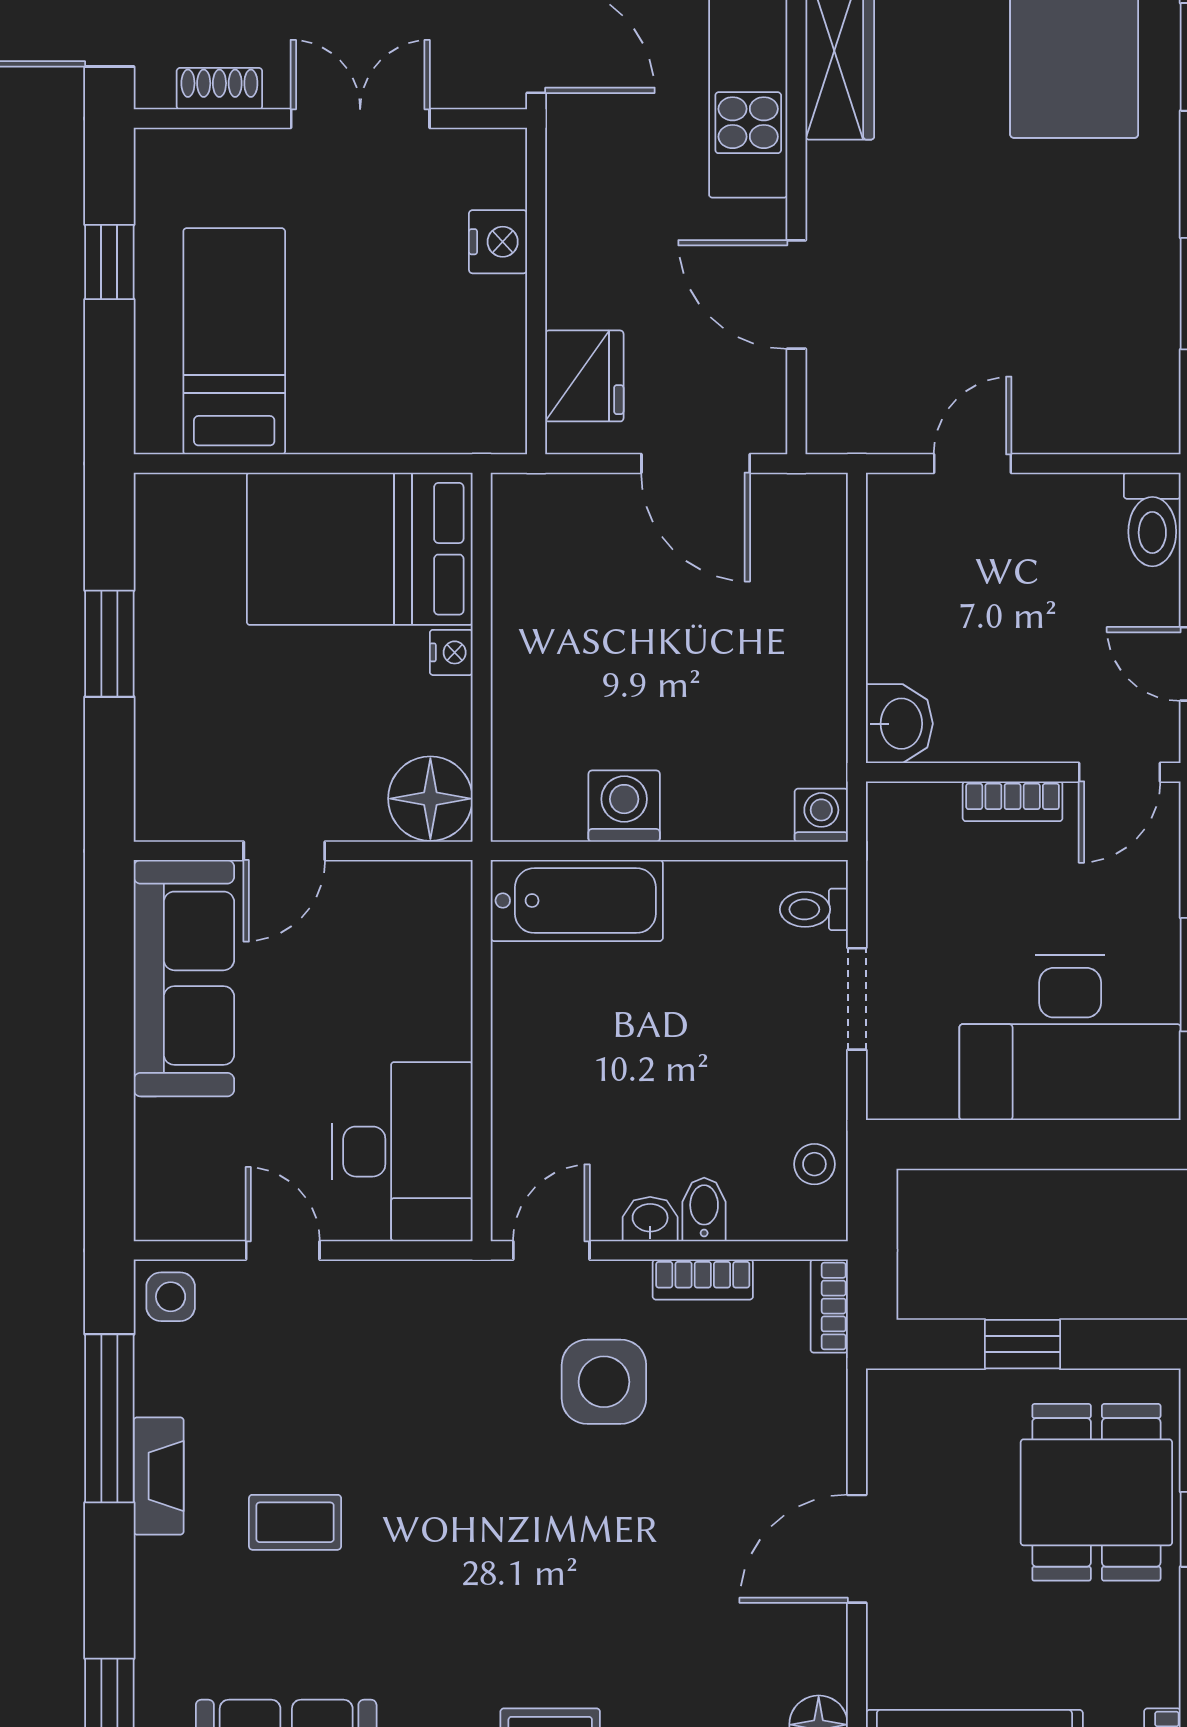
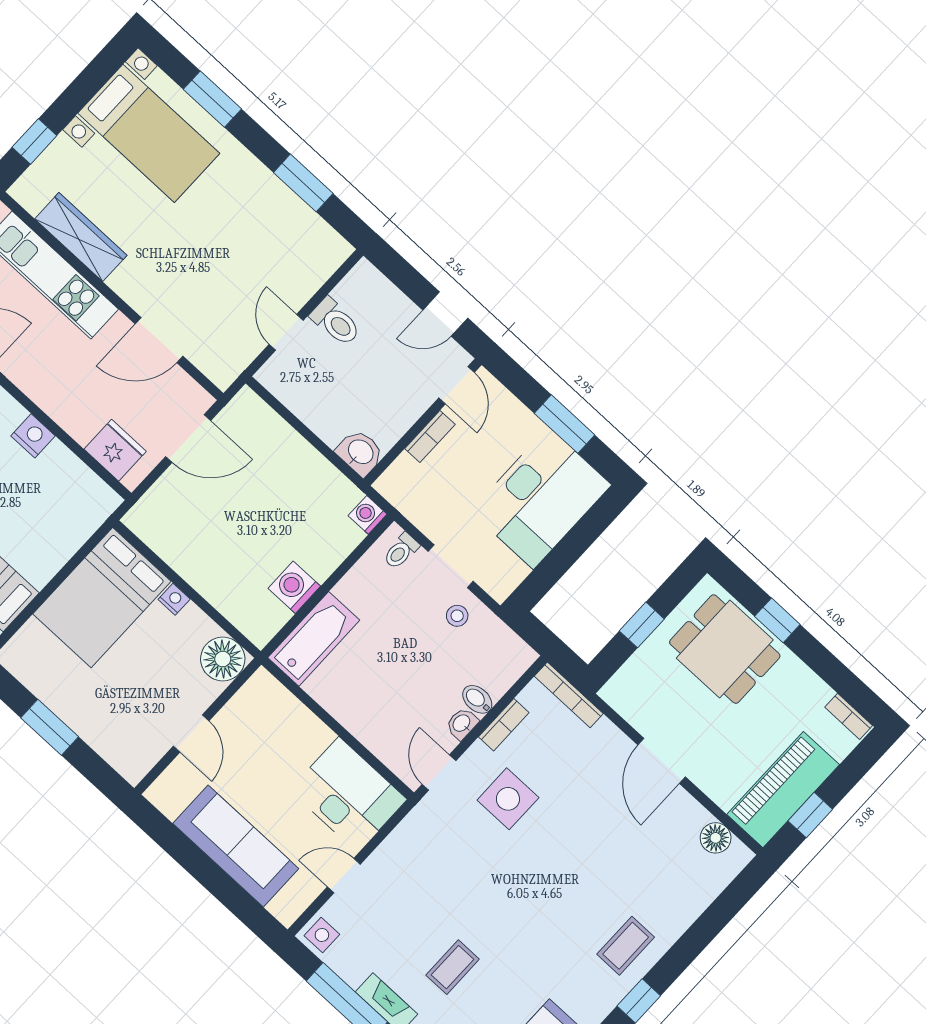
toilet: (1152, 519) -> (336, 322), moved
sofa: (184, 978) -> (236, 846), moved
stool: (814, 1164) -> (457, 616), moved
bookcase: (829, 1306) -> (569, 695), width x1.56

